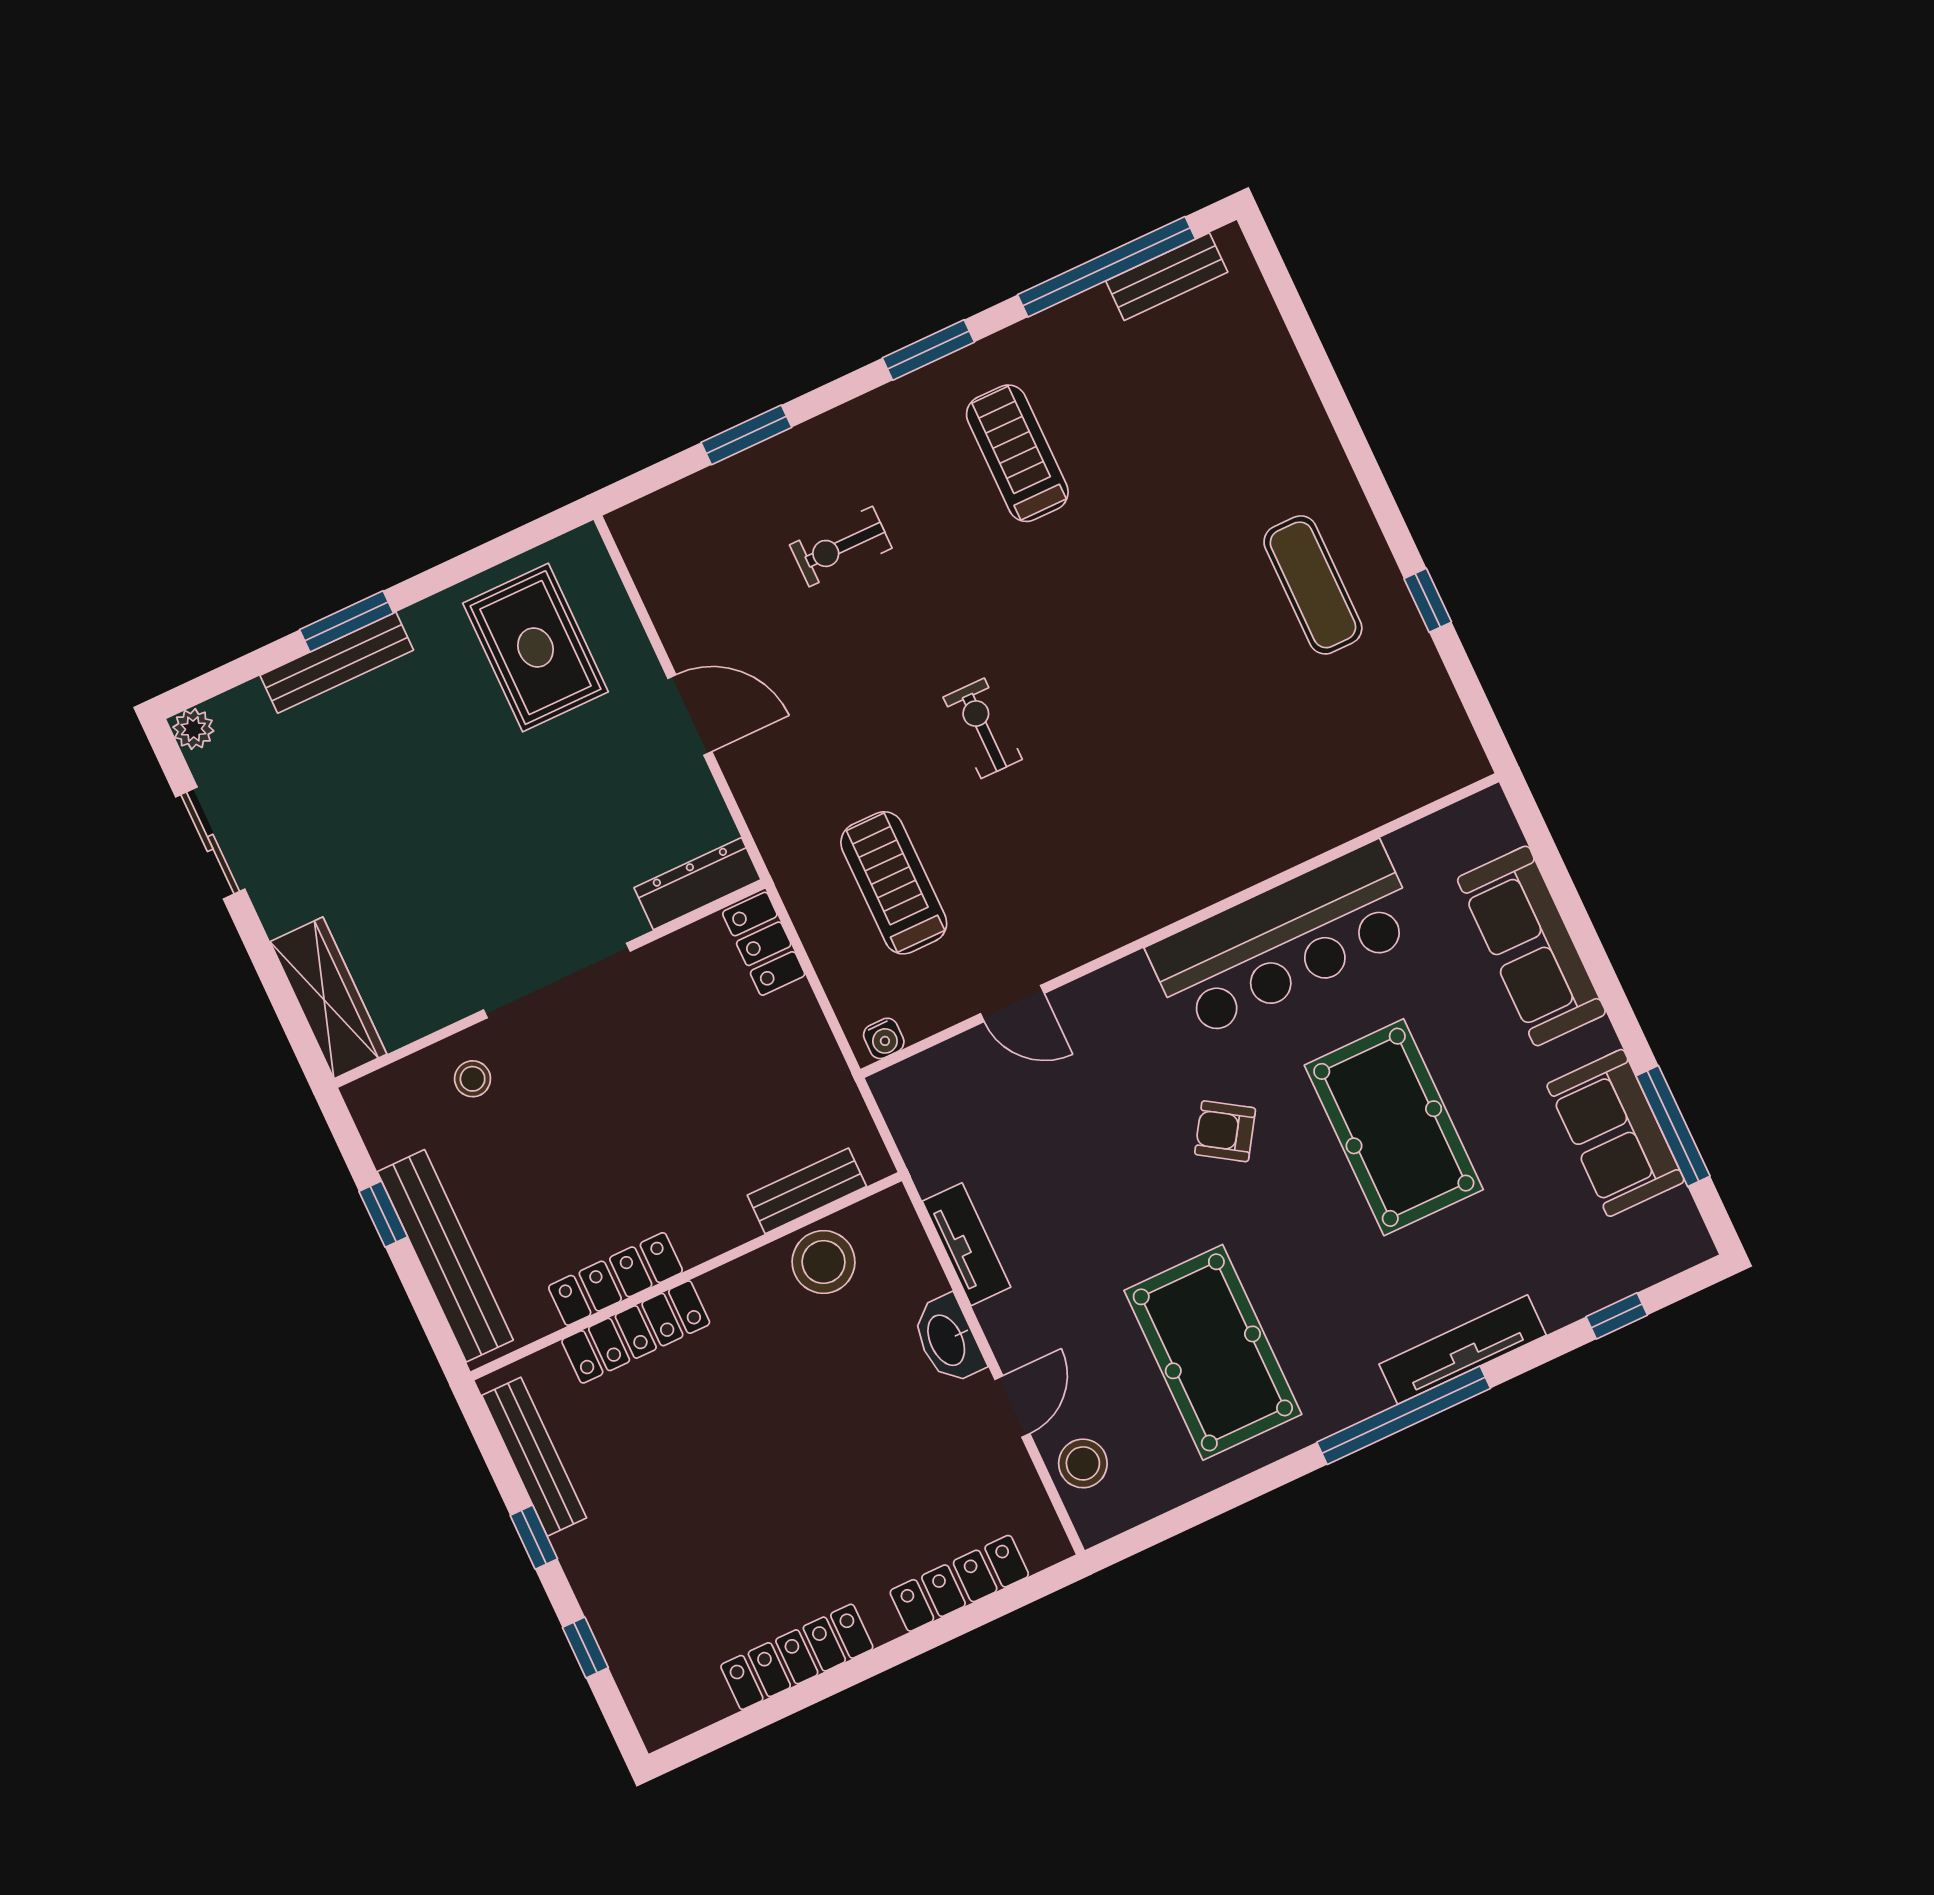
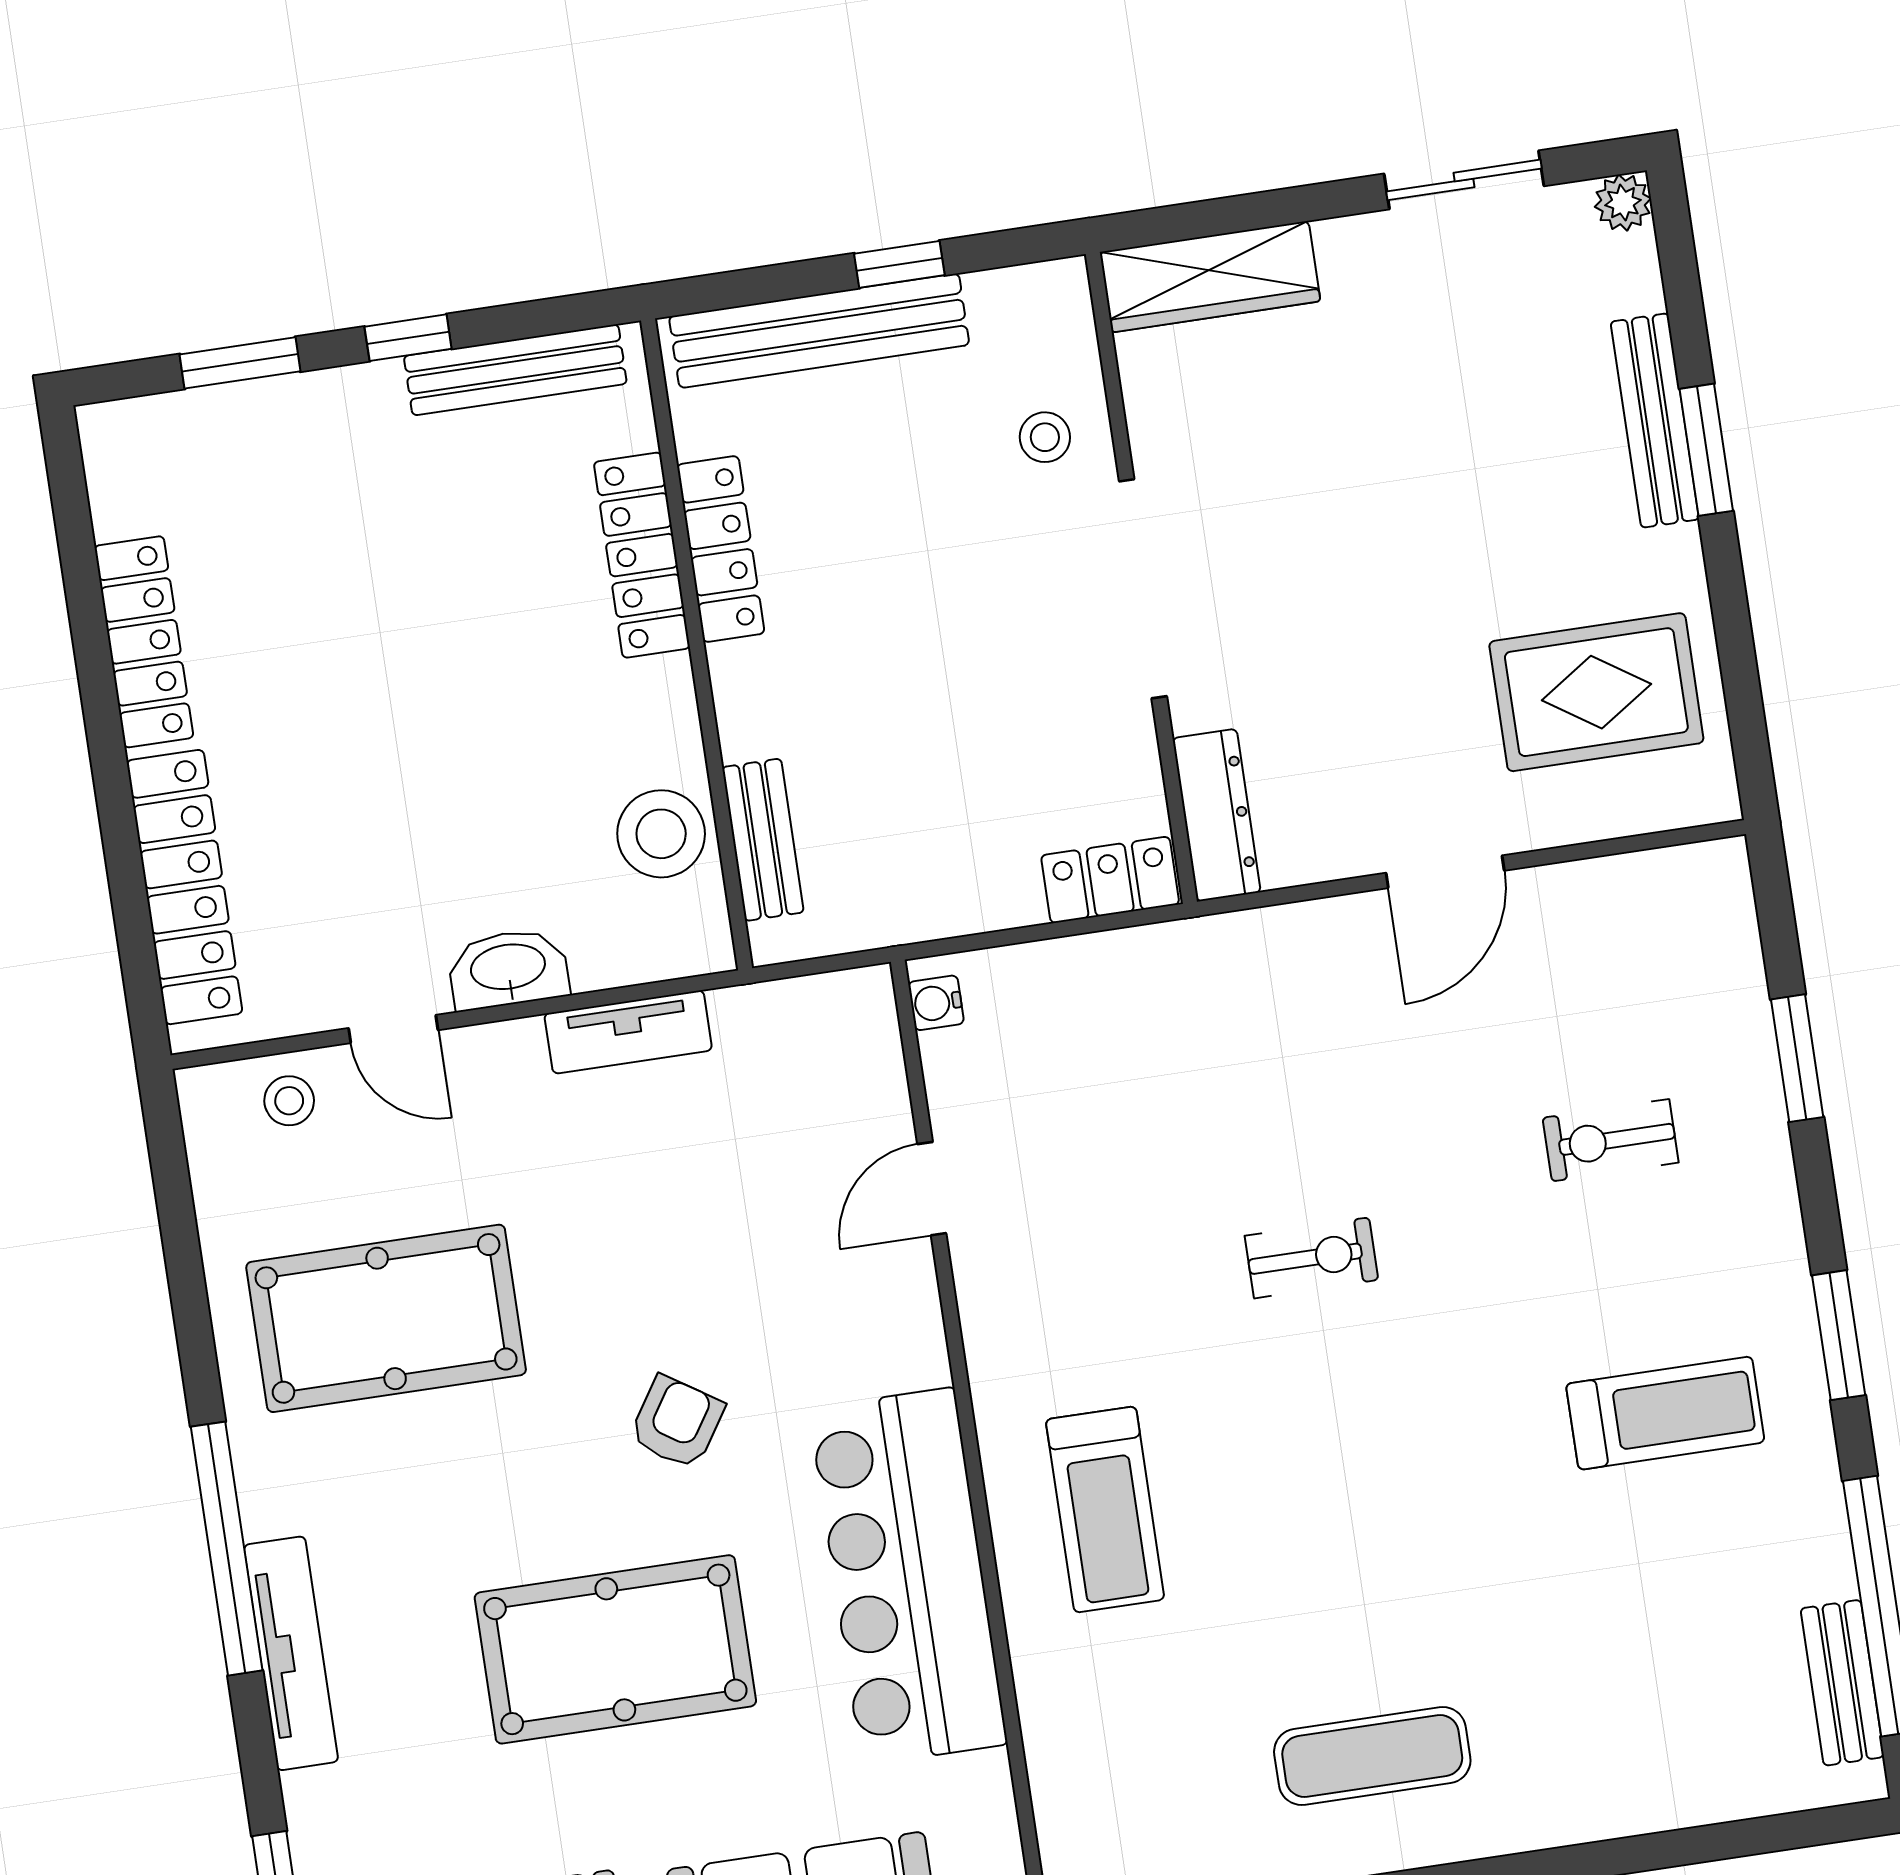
exercise bike: (841, 546) -> (1611, 1140), turned -90
treadmill: (894, 883) -> (1105, 1509), moved, turned 90
stool: (1083, 1463) -> (289, 1101), width x0.73, depth x0.73
locker: (959, 1583) -> (184, 887), width x1.41, depth x1.21
window: (585, 1648) -> (240, 363), width x1.50

